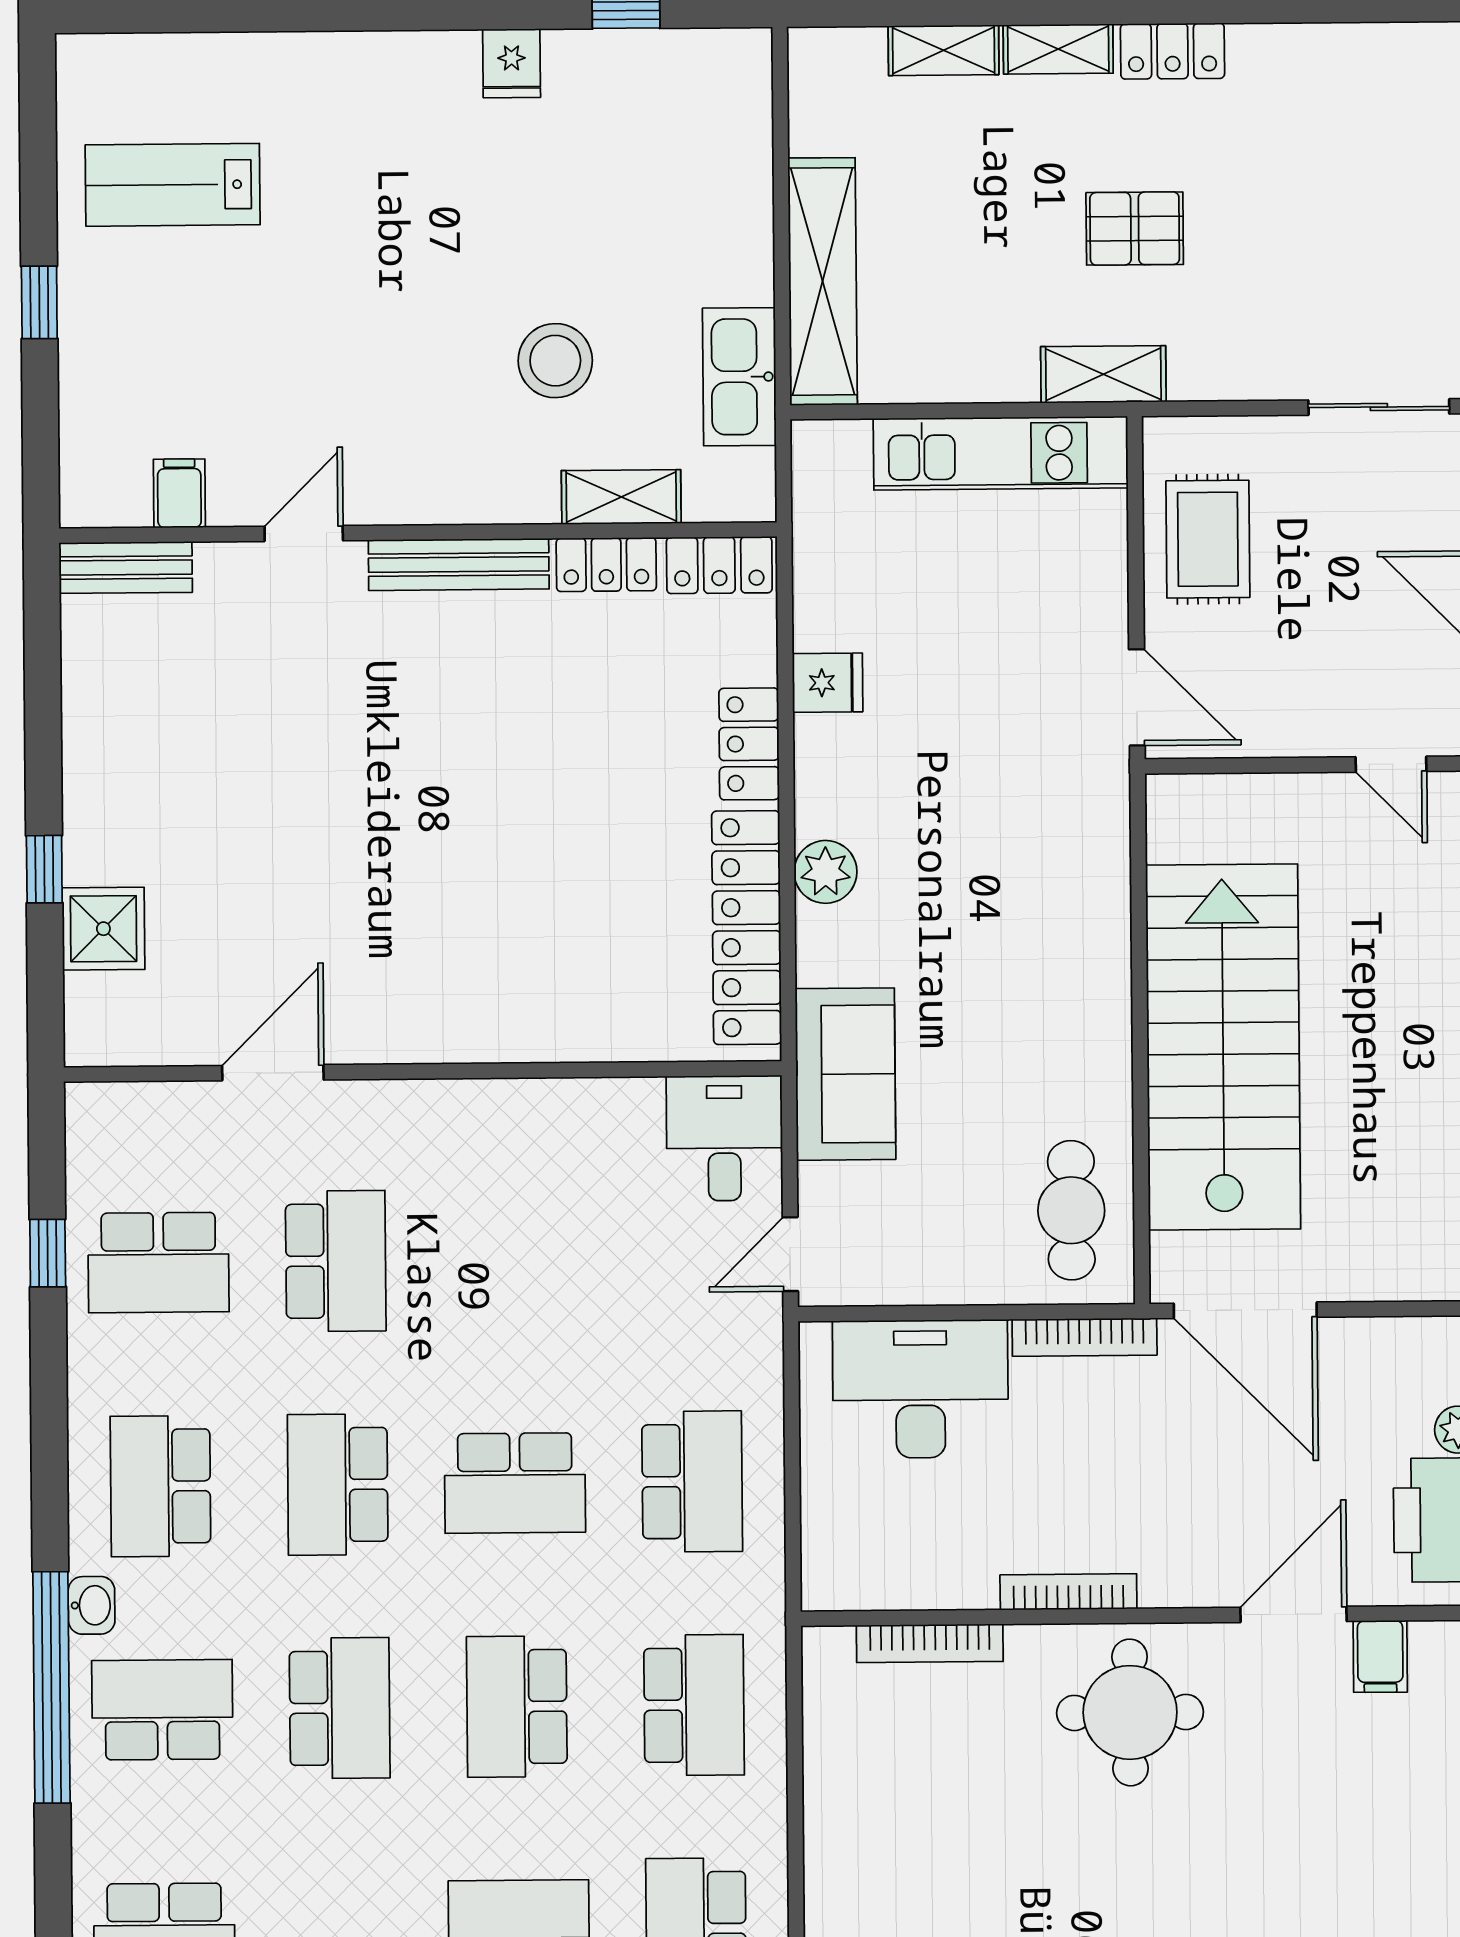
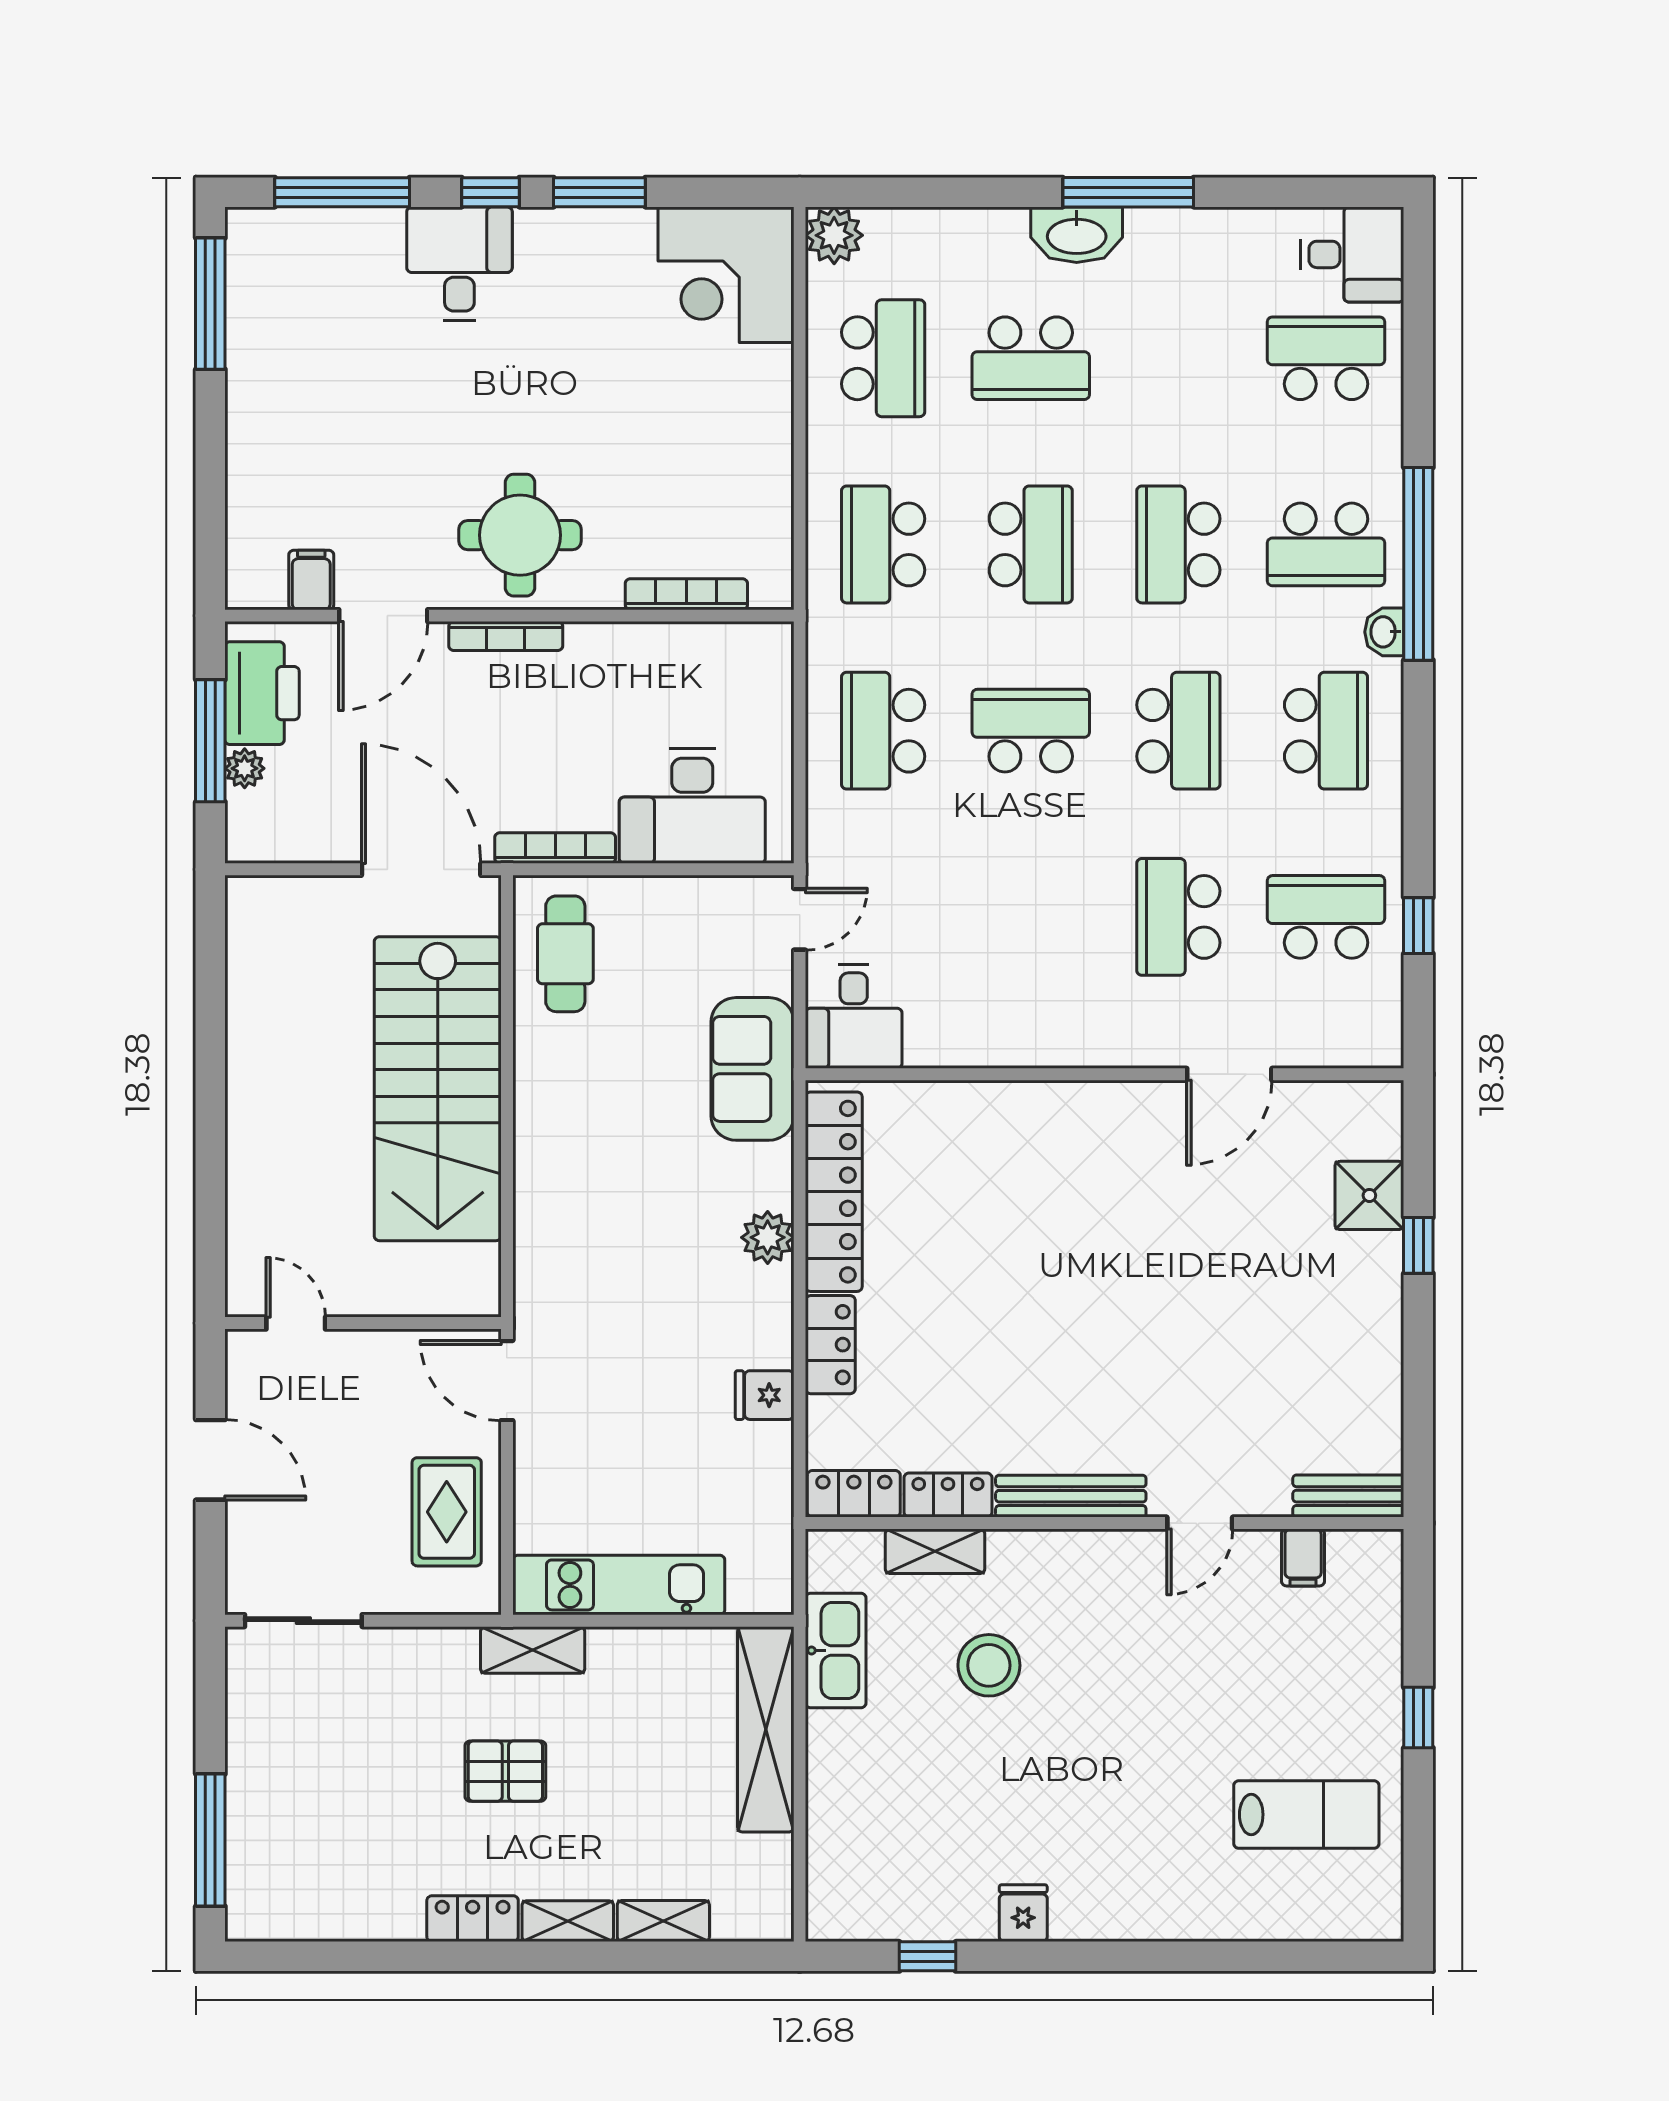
bookcase: (1068, 1592) -> (506, 636), moved

